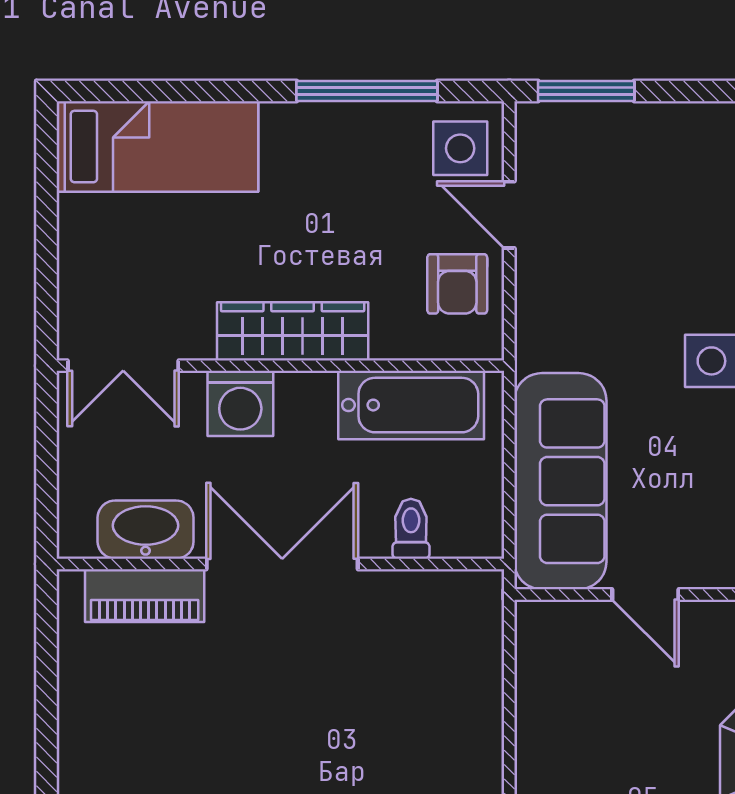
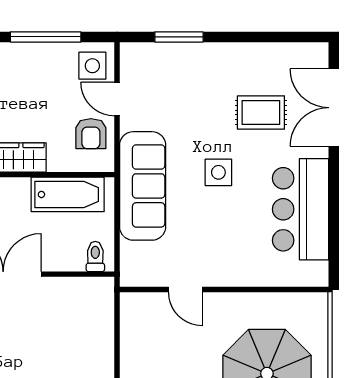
window: (586, 91) -> (179, 37), moved
sofa: (560, 481) -> (143, 186), moved
toilet: (411, 529) -> (95, 257), moved

